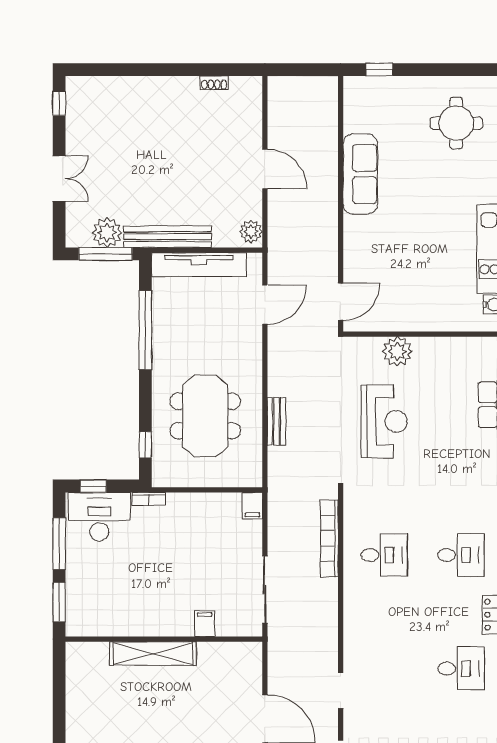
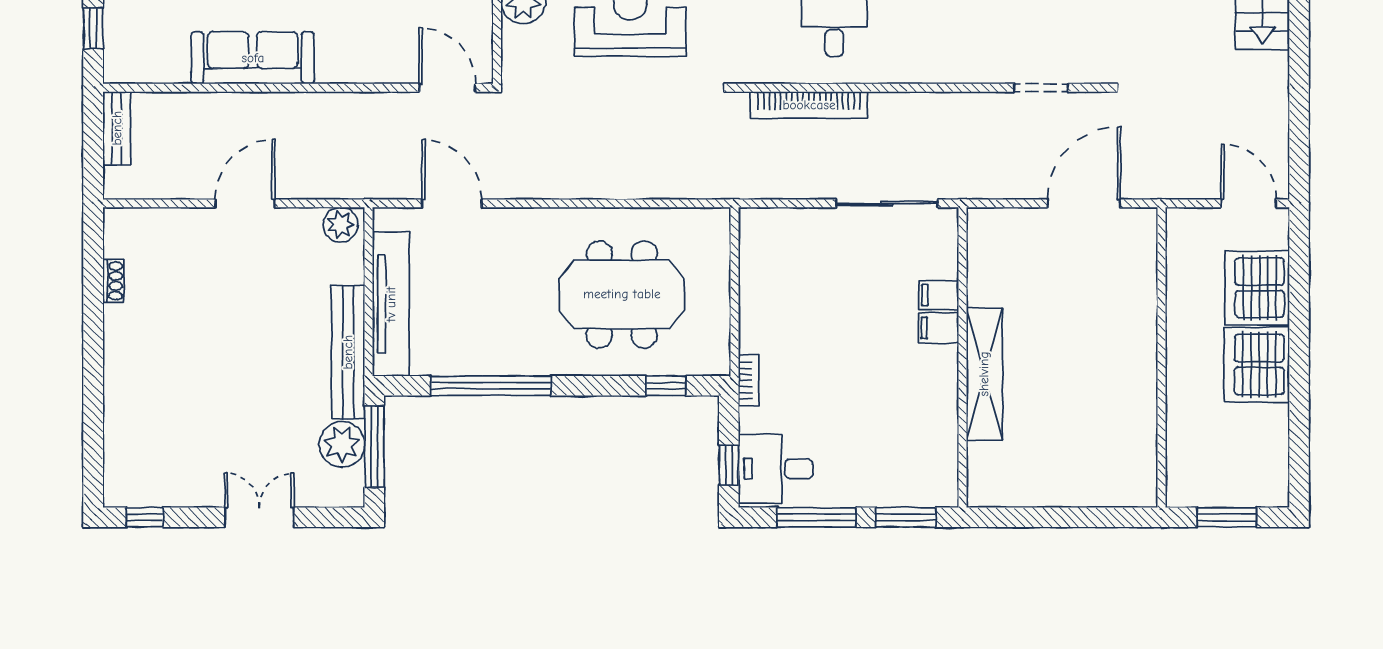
bench: (277, 421) -> (117, 128), moved, turned 90
filing cabinet: (252, 506) -> (938, 328), moved, turned 180
desk: (99, 517) -> (776, 469), width x0.73

